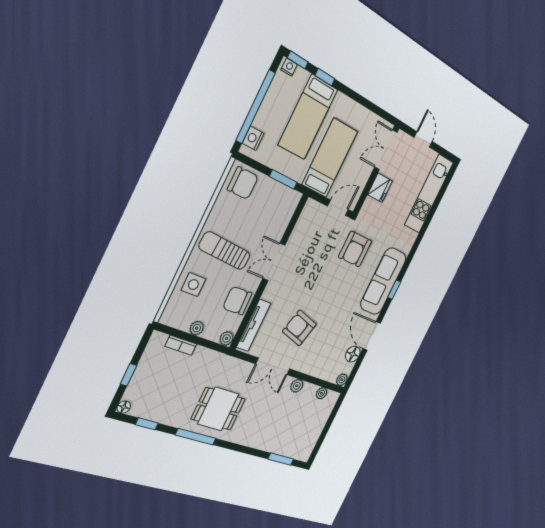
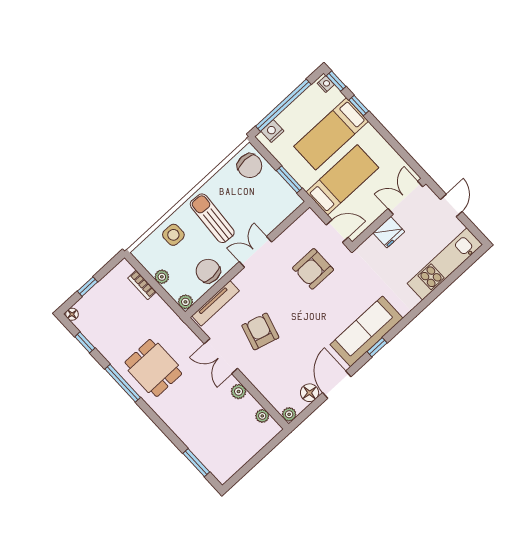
armchair: (355, 249) -> (313, 269), moved

